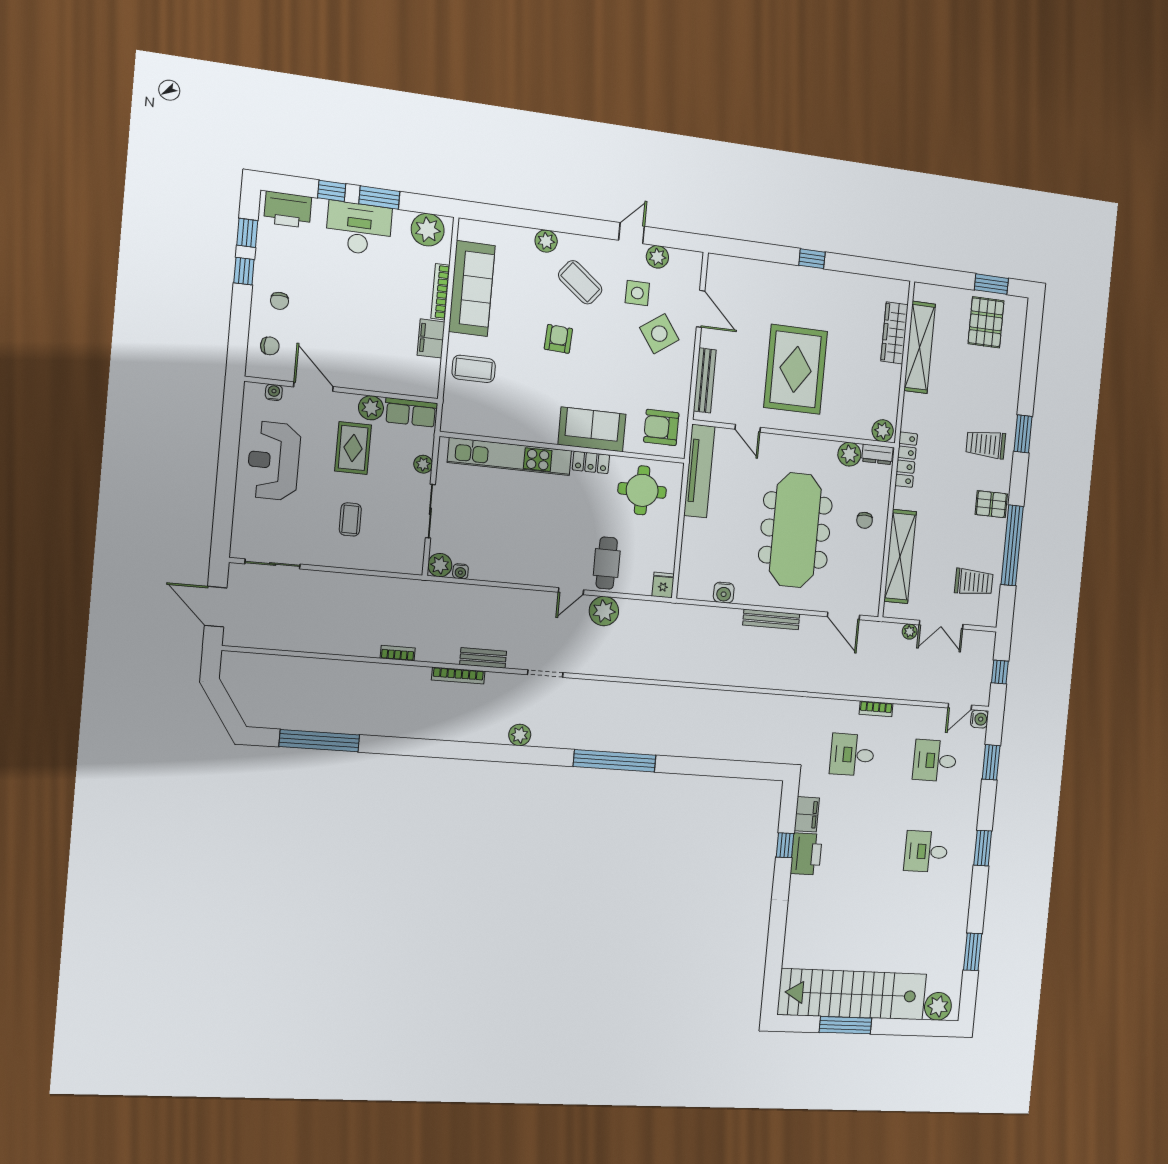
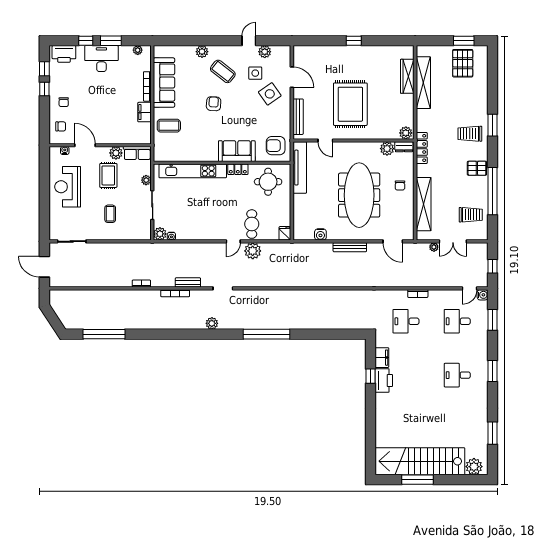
plant: (428, 230) -> (138, 50), width x0.53, depth x0.53

